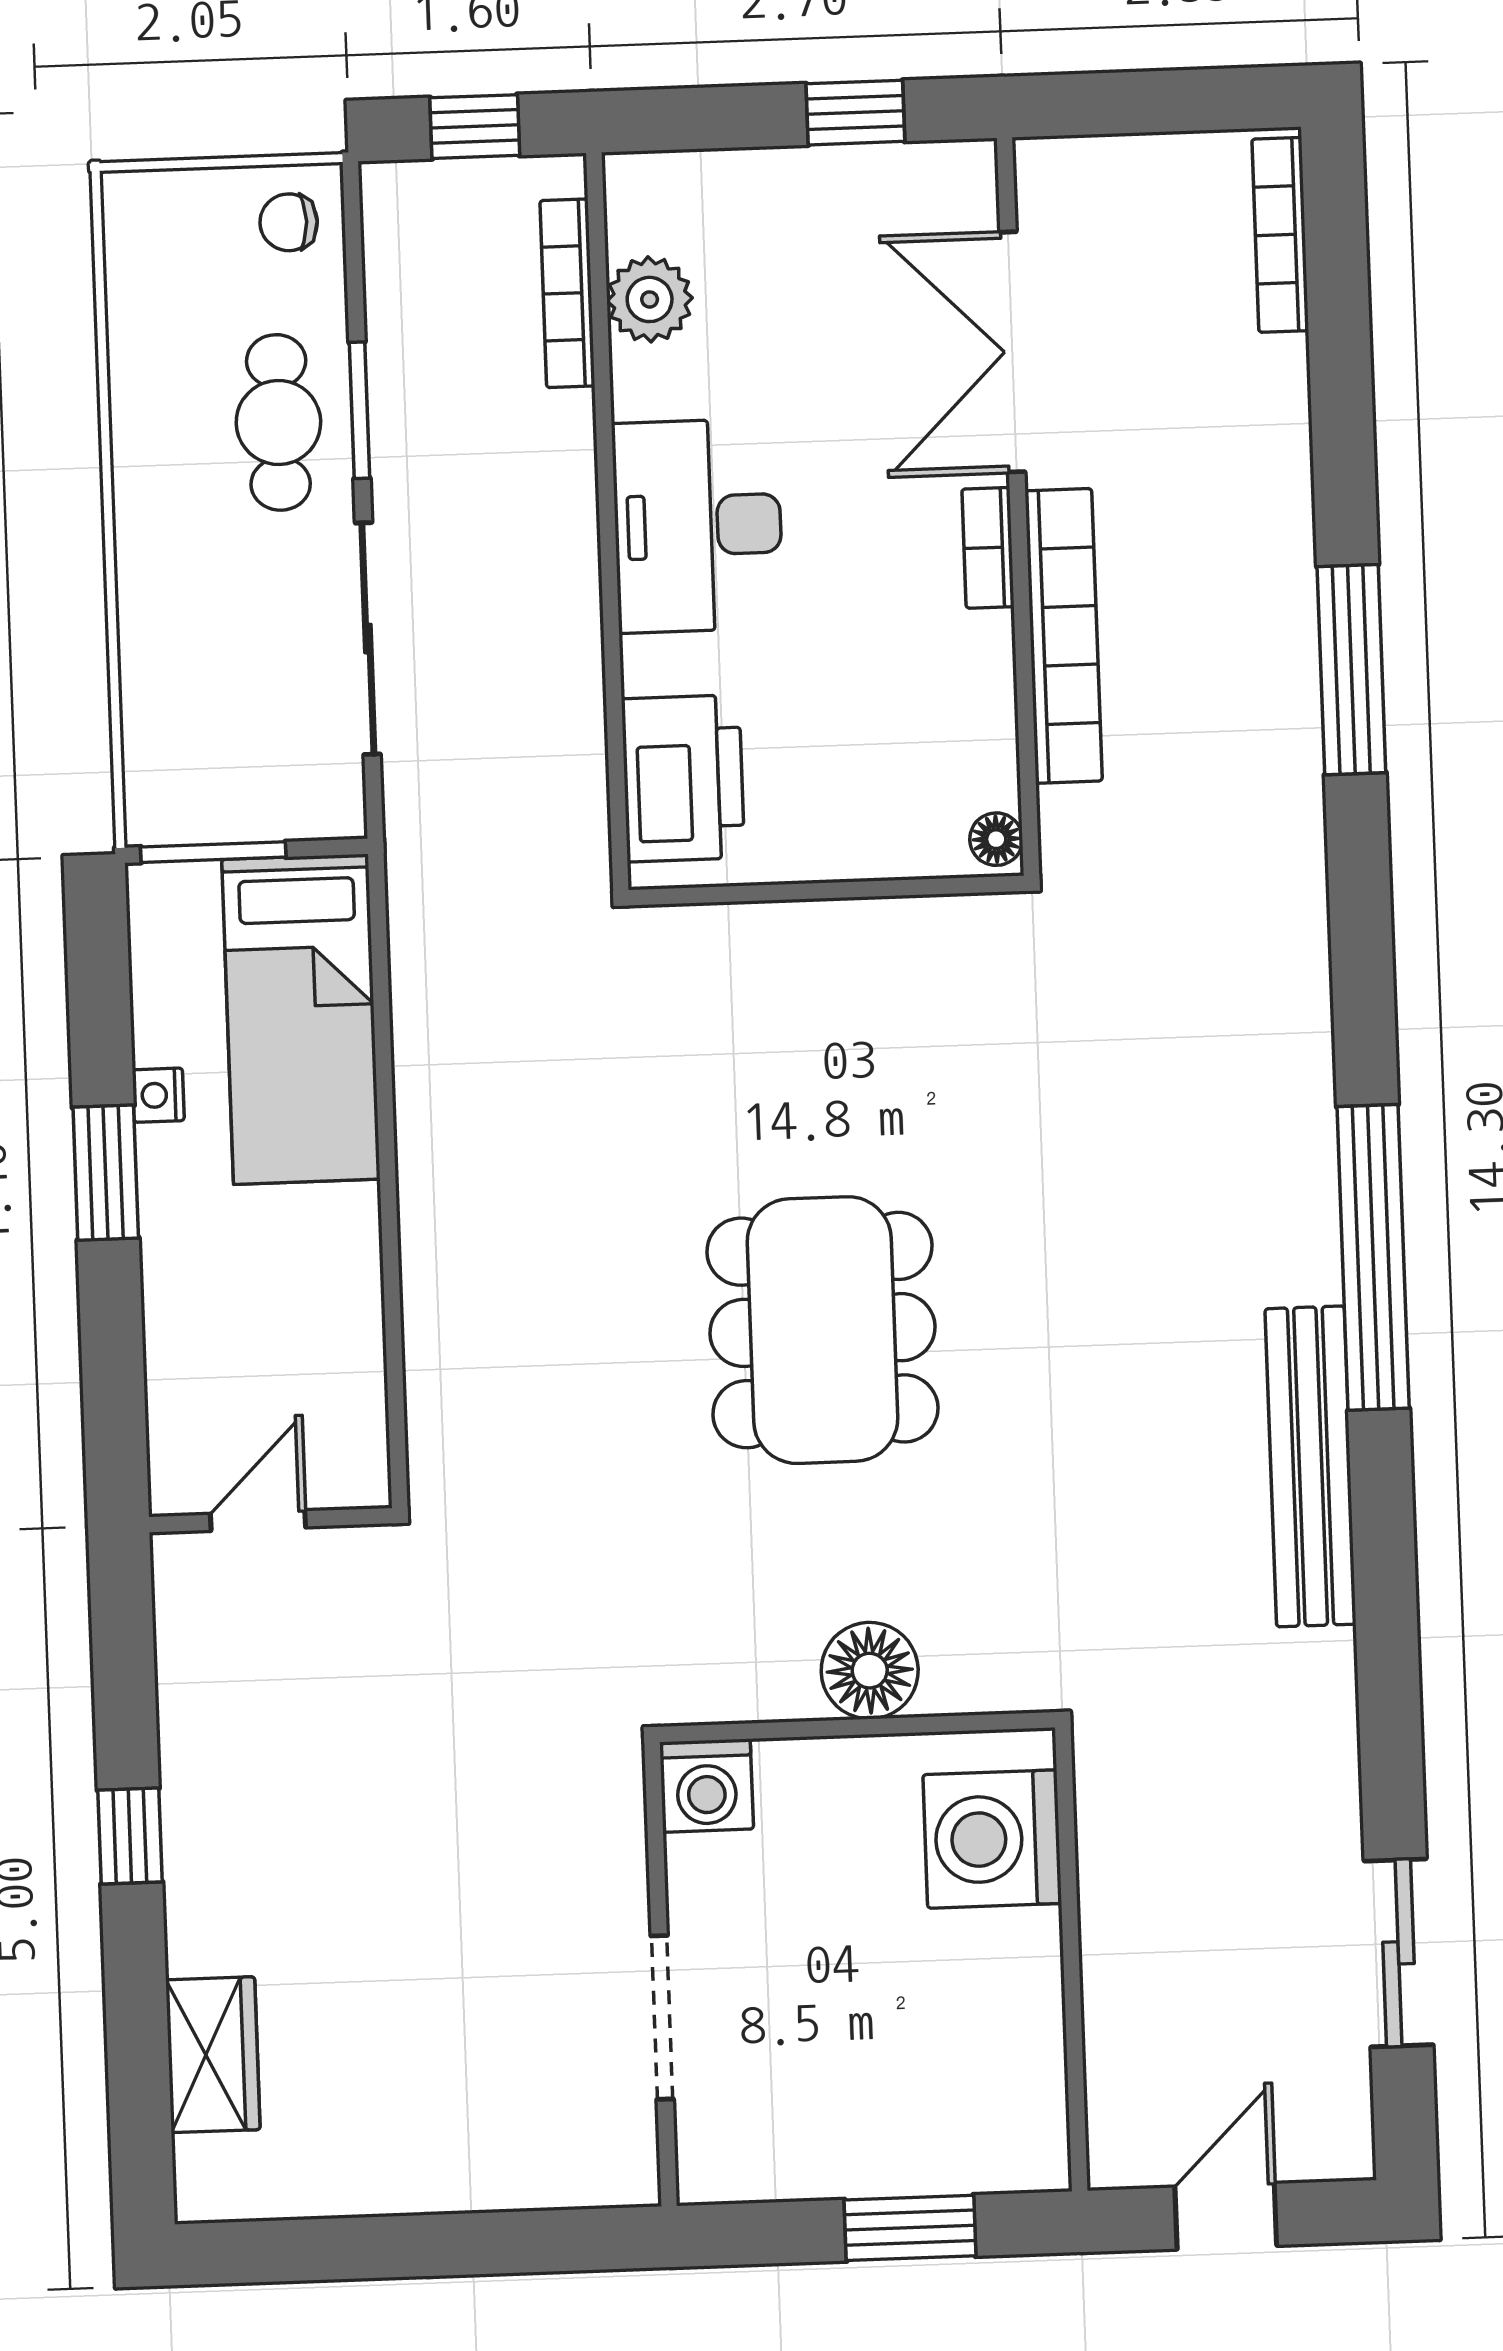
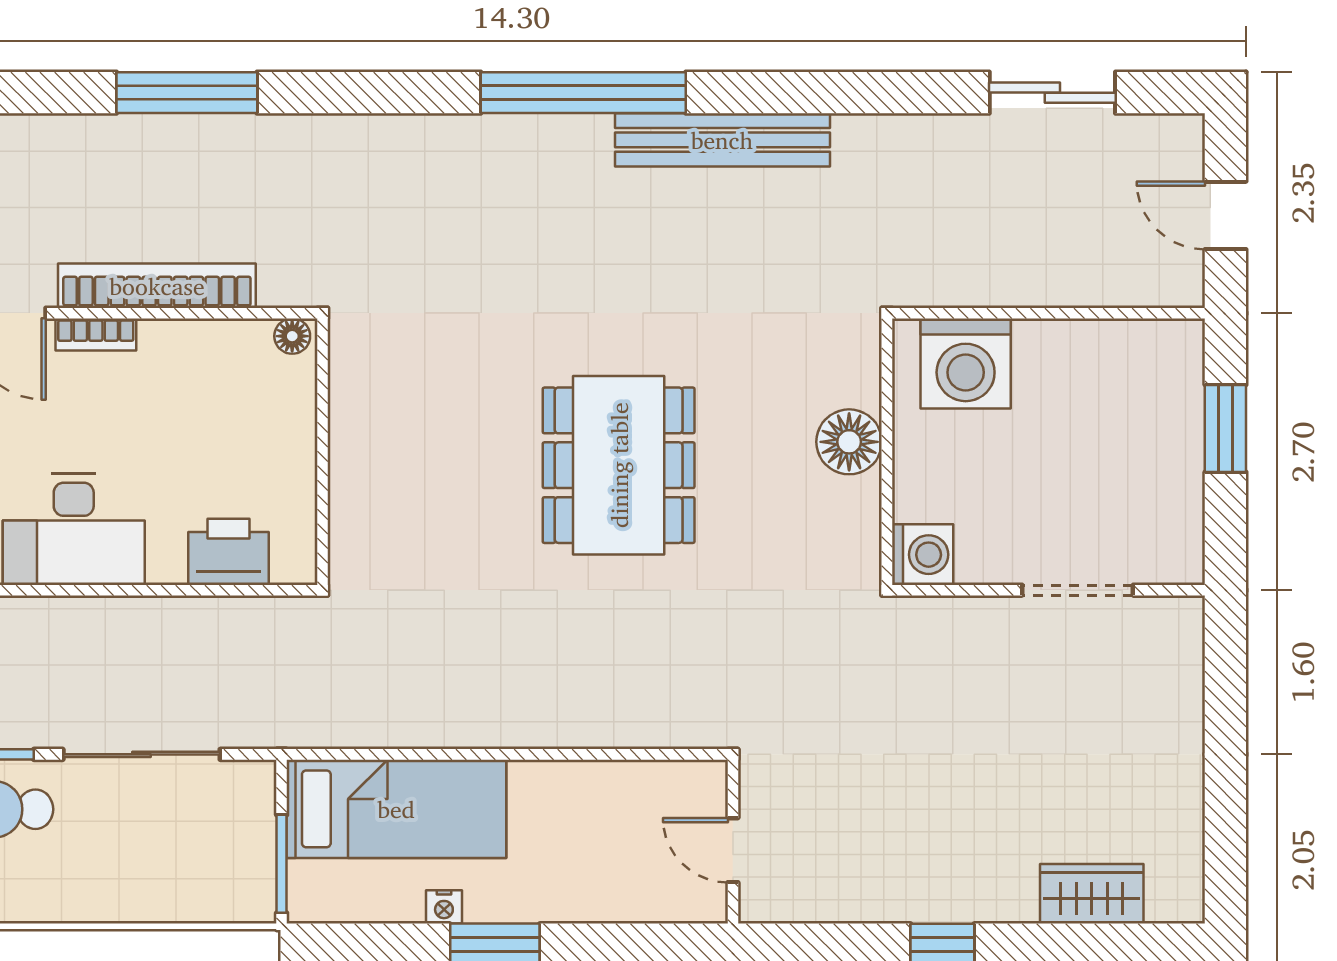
printer: (683, 778) -> (228, 552), width x0.73, depth x0.84
dining table: (822, 1330) -> (619, 465), turned 90

